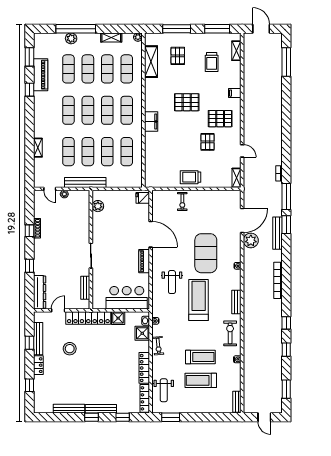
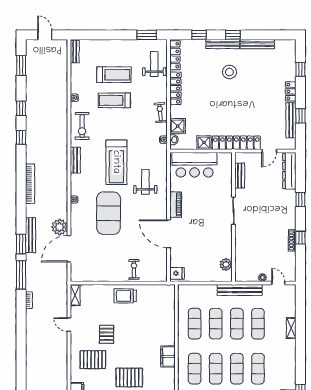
trolley: (191, 177) -> (125, 296), turned 180
stool: (70, 349) -> (229, 72), moved

